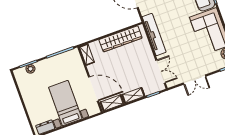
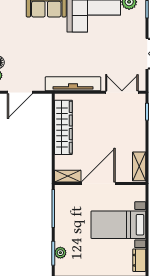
door: (93, 89) -> (98, 183), moved
shelving: (133, 95) -> (139, 137), removed

